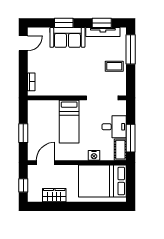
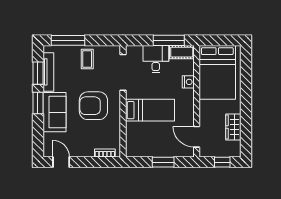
window: (64, 23) -> (38, 103), moved
armchair: (73, 72) -> (93, 106), added

